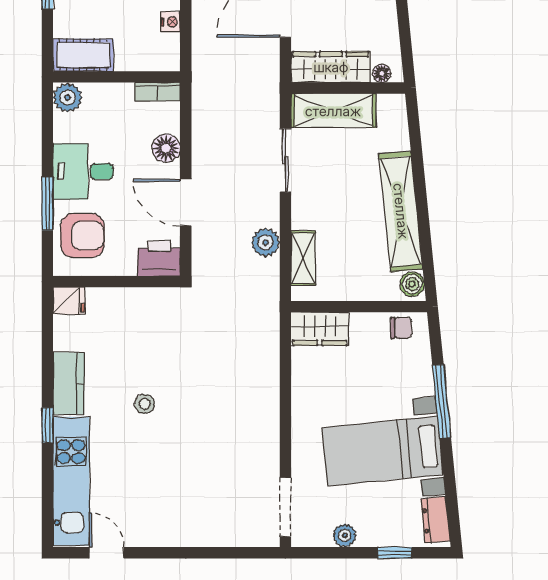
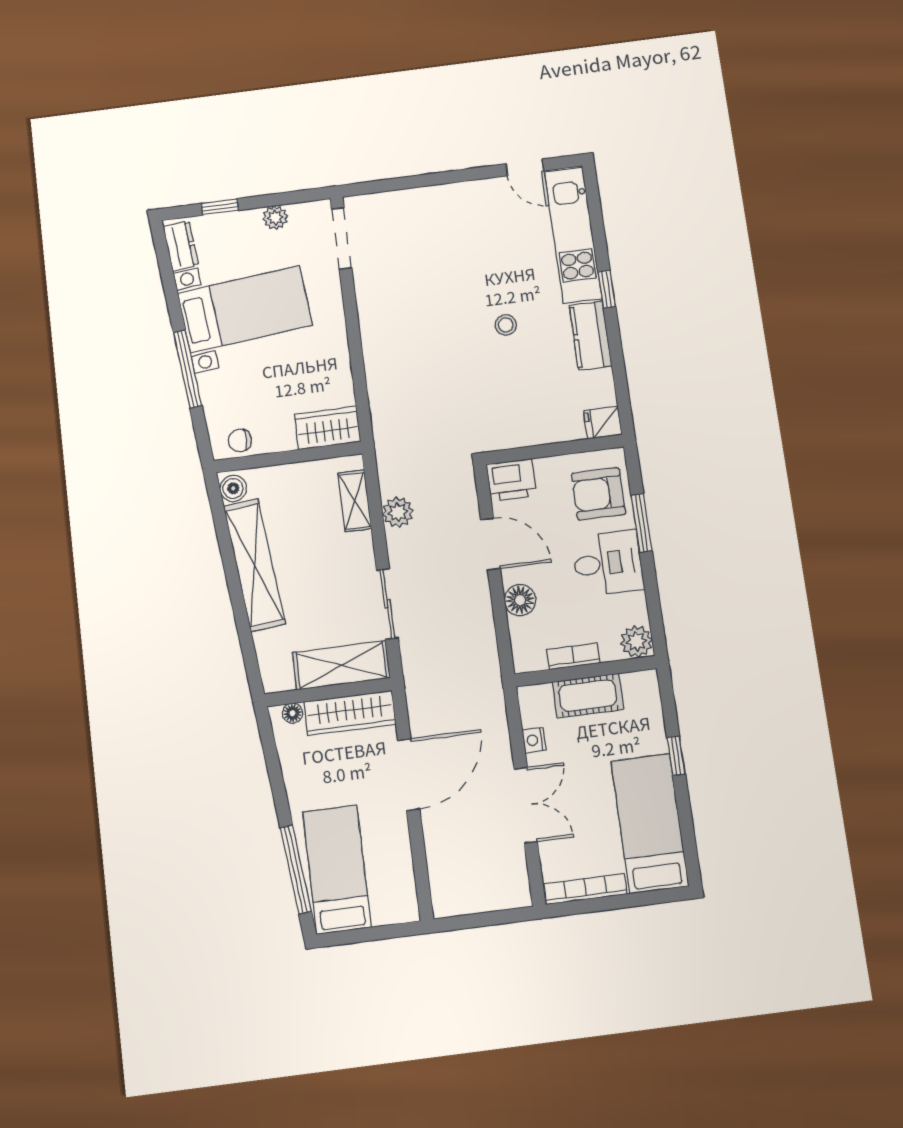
cot: (83, 55) -> (588, 696), moved
bookcase: (157, 92) -> (573, 656), moved

